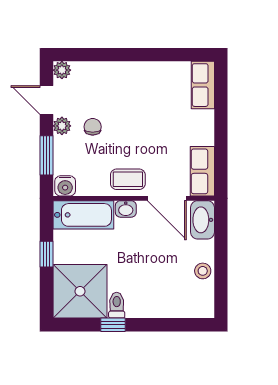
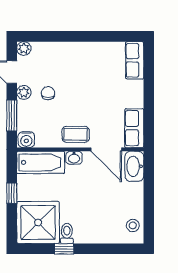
stool: (203, 271) -> (133, 225), moved

